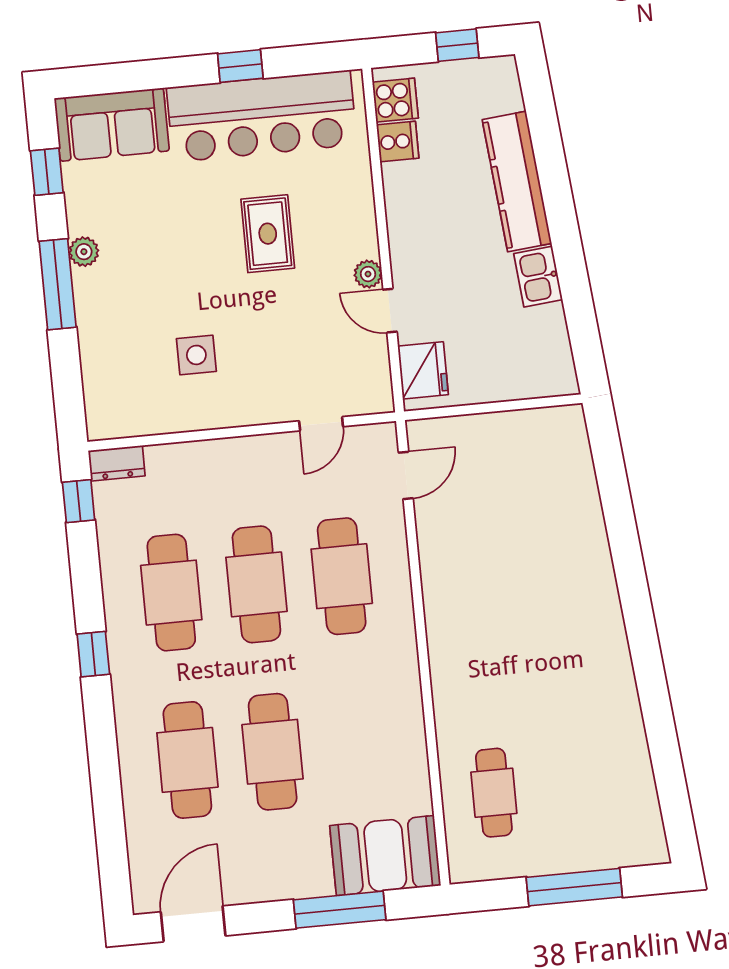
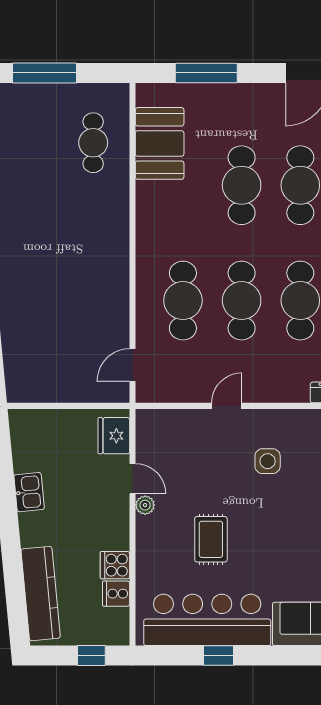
window: (457, 45) -> (91, 656), moved
cooker: (395, 100) -> (115, 565), moved
kitchen counter: (517, 181) -> (41, 594), moved
door: (321, 424) -> (227, 406), moved
booth: (385, 856) -> (160, 143), moved, turned 90

